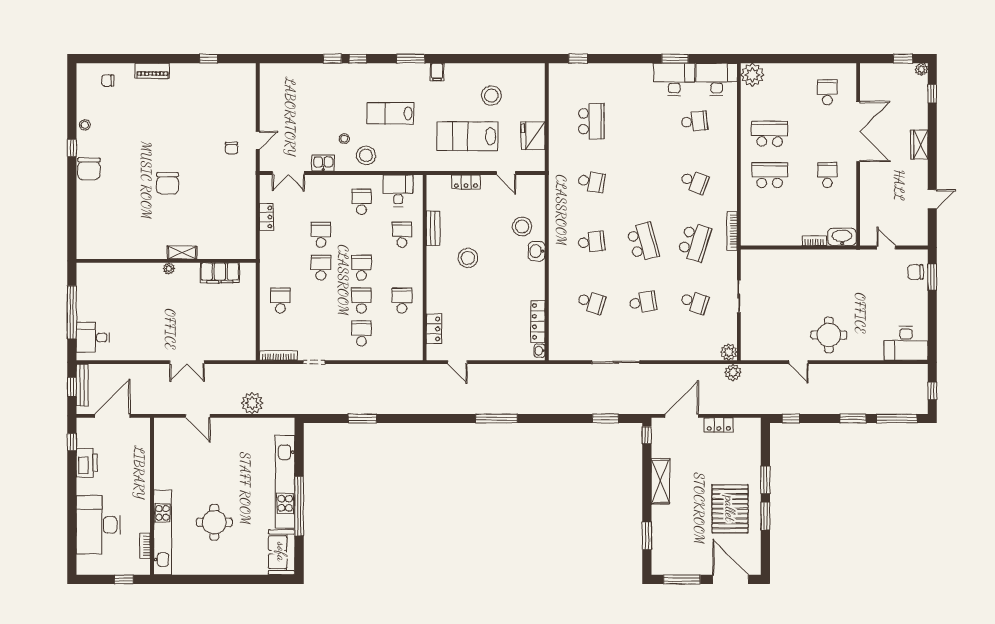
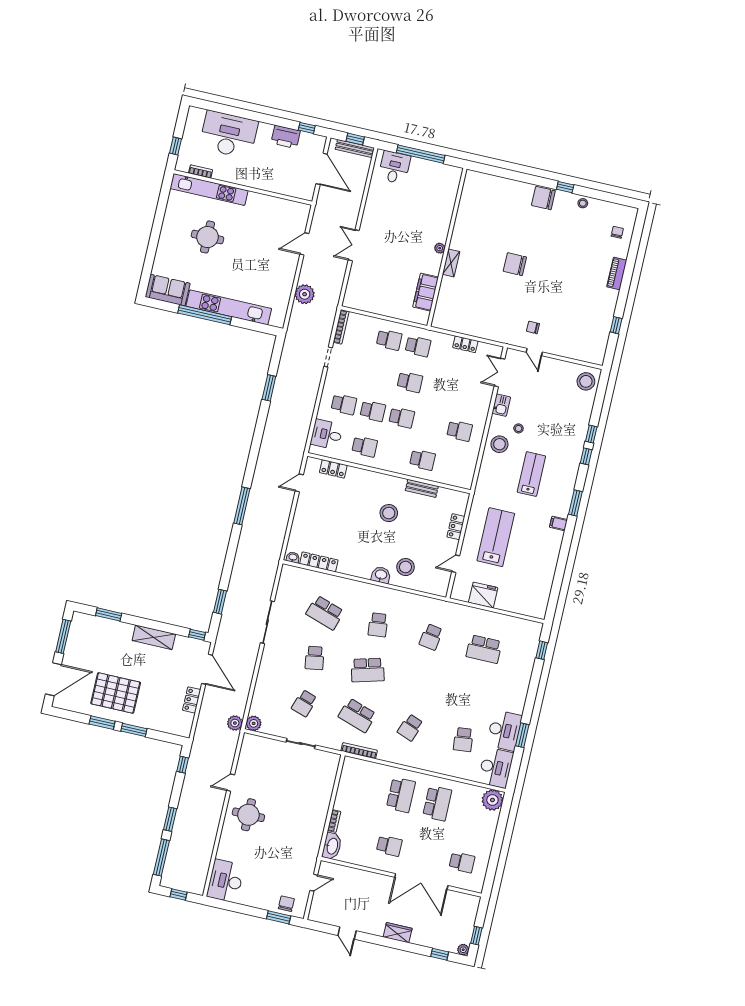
stool: (491, 96) -> (586, 381), moved
desk: (398, 191) -> (327, 434), moved, turned 180
school desk: (321, 235) -> (418, 346), moved
school desk: (591, 302) -> (325, 613), width x1.85

